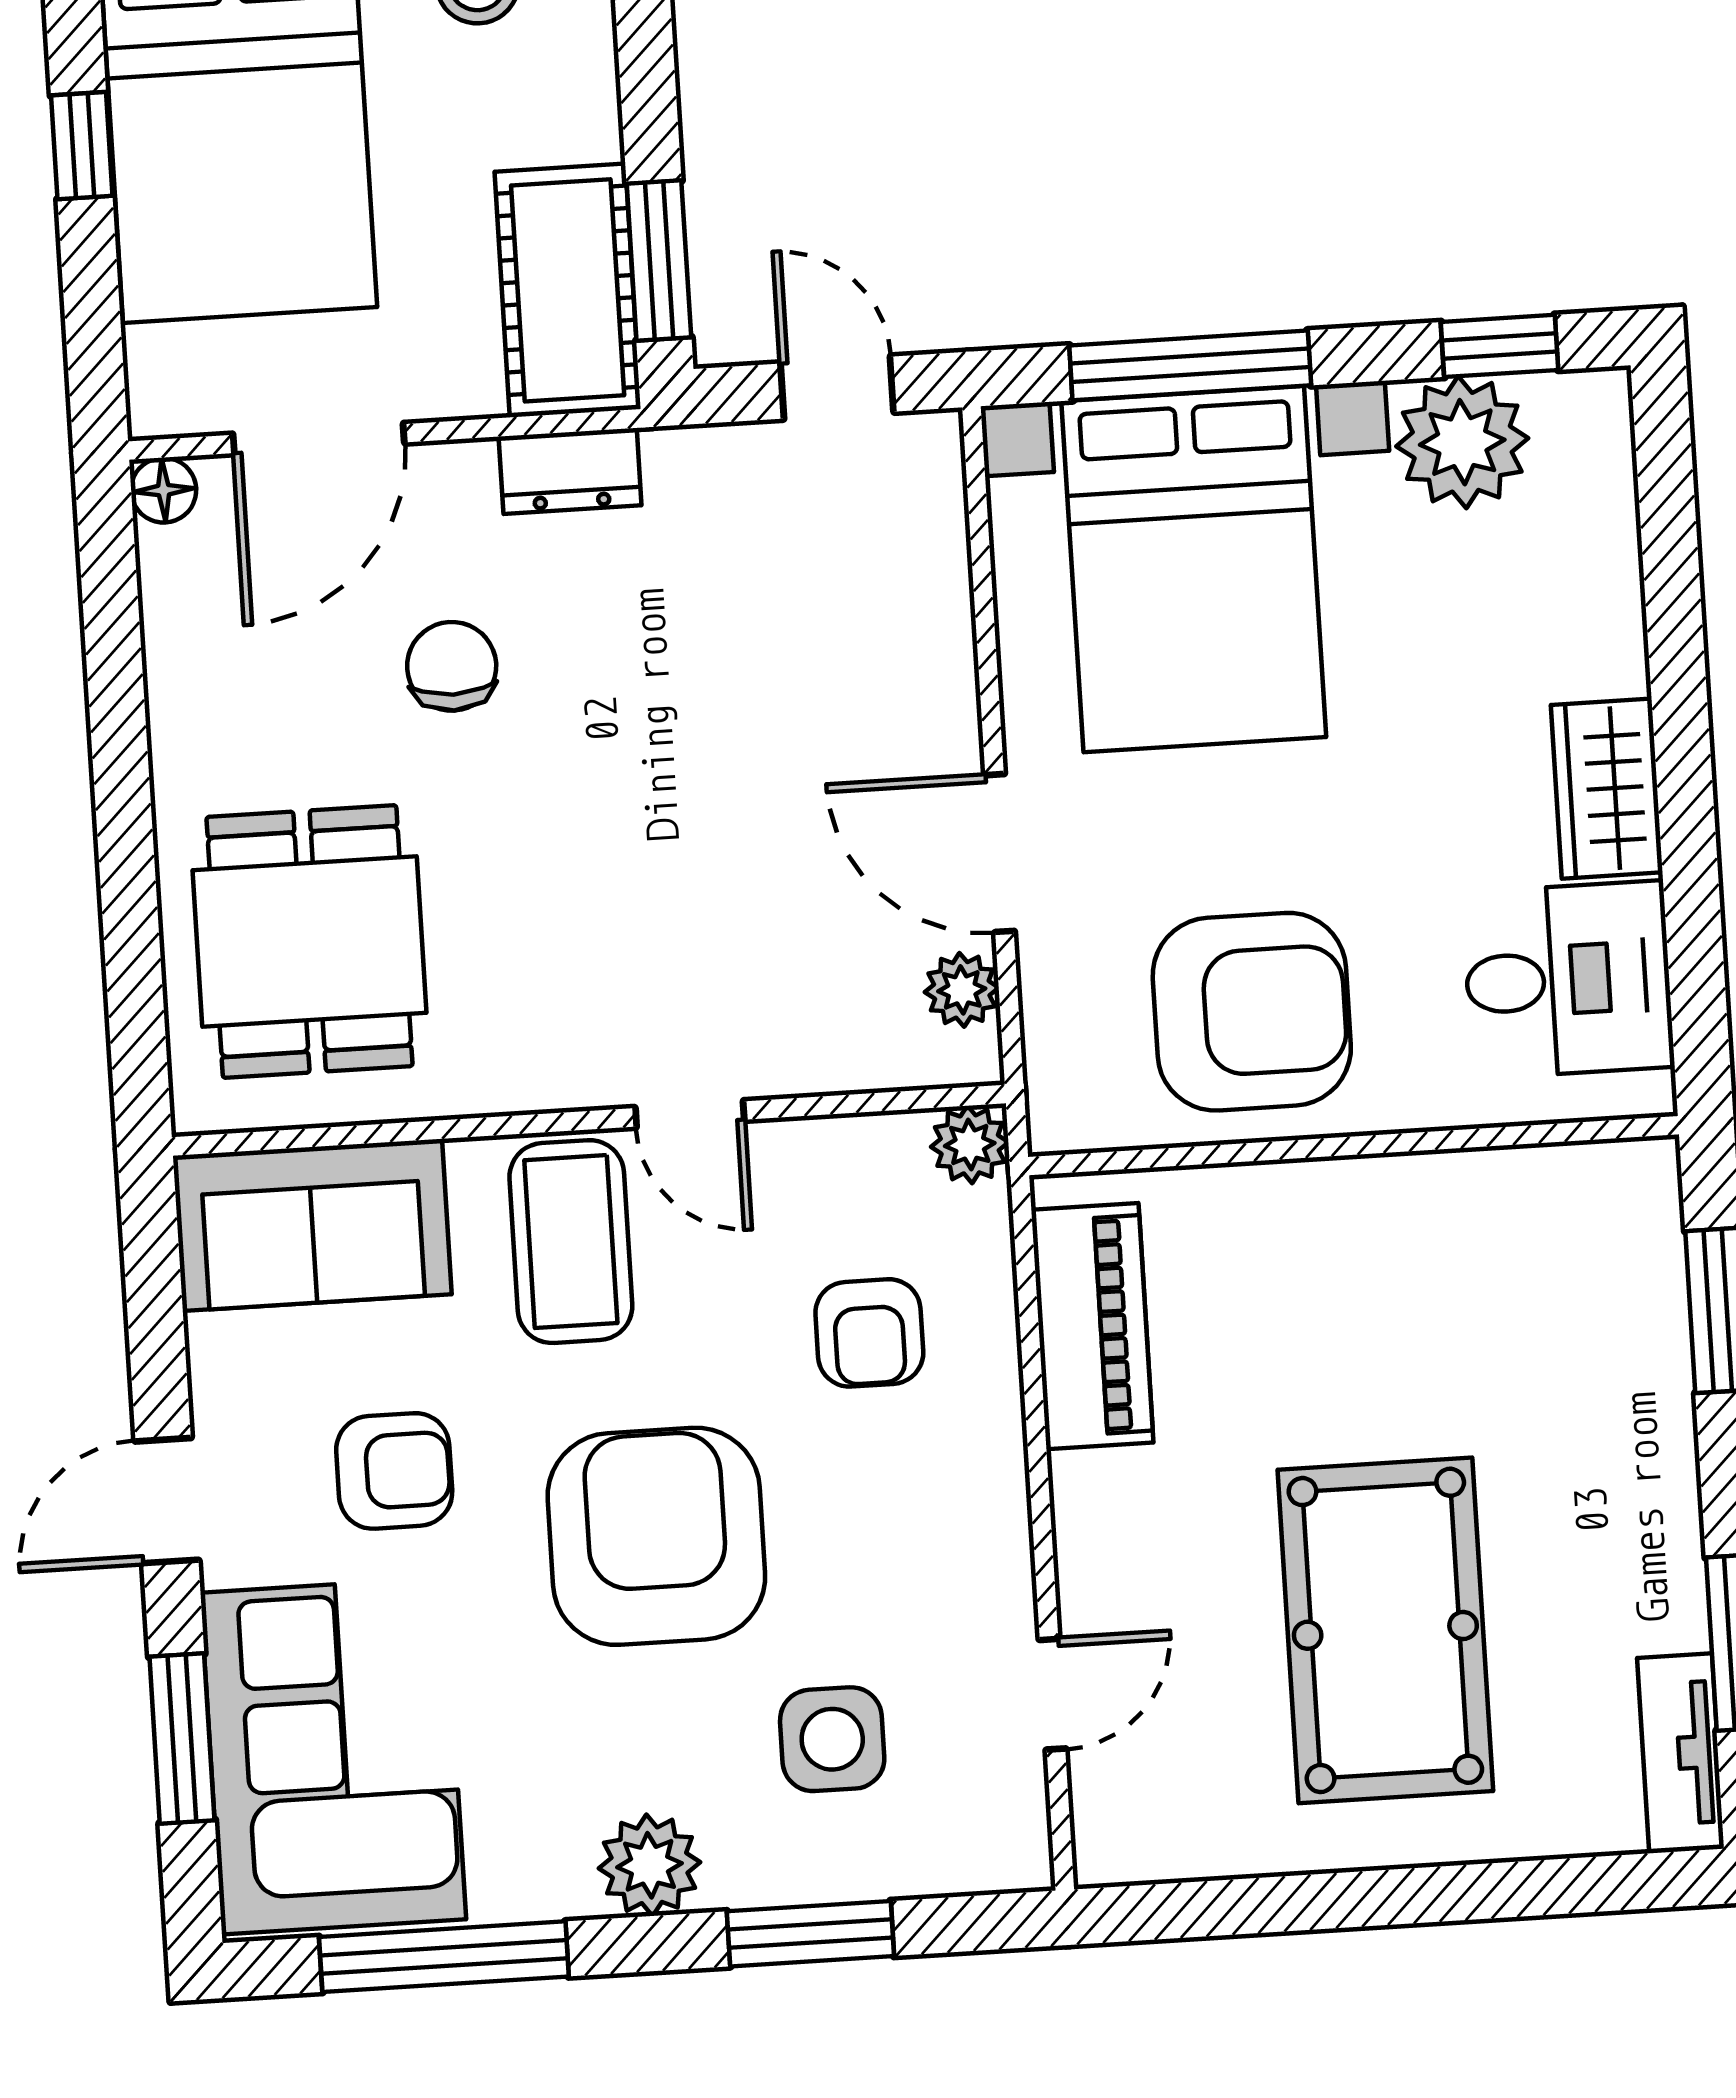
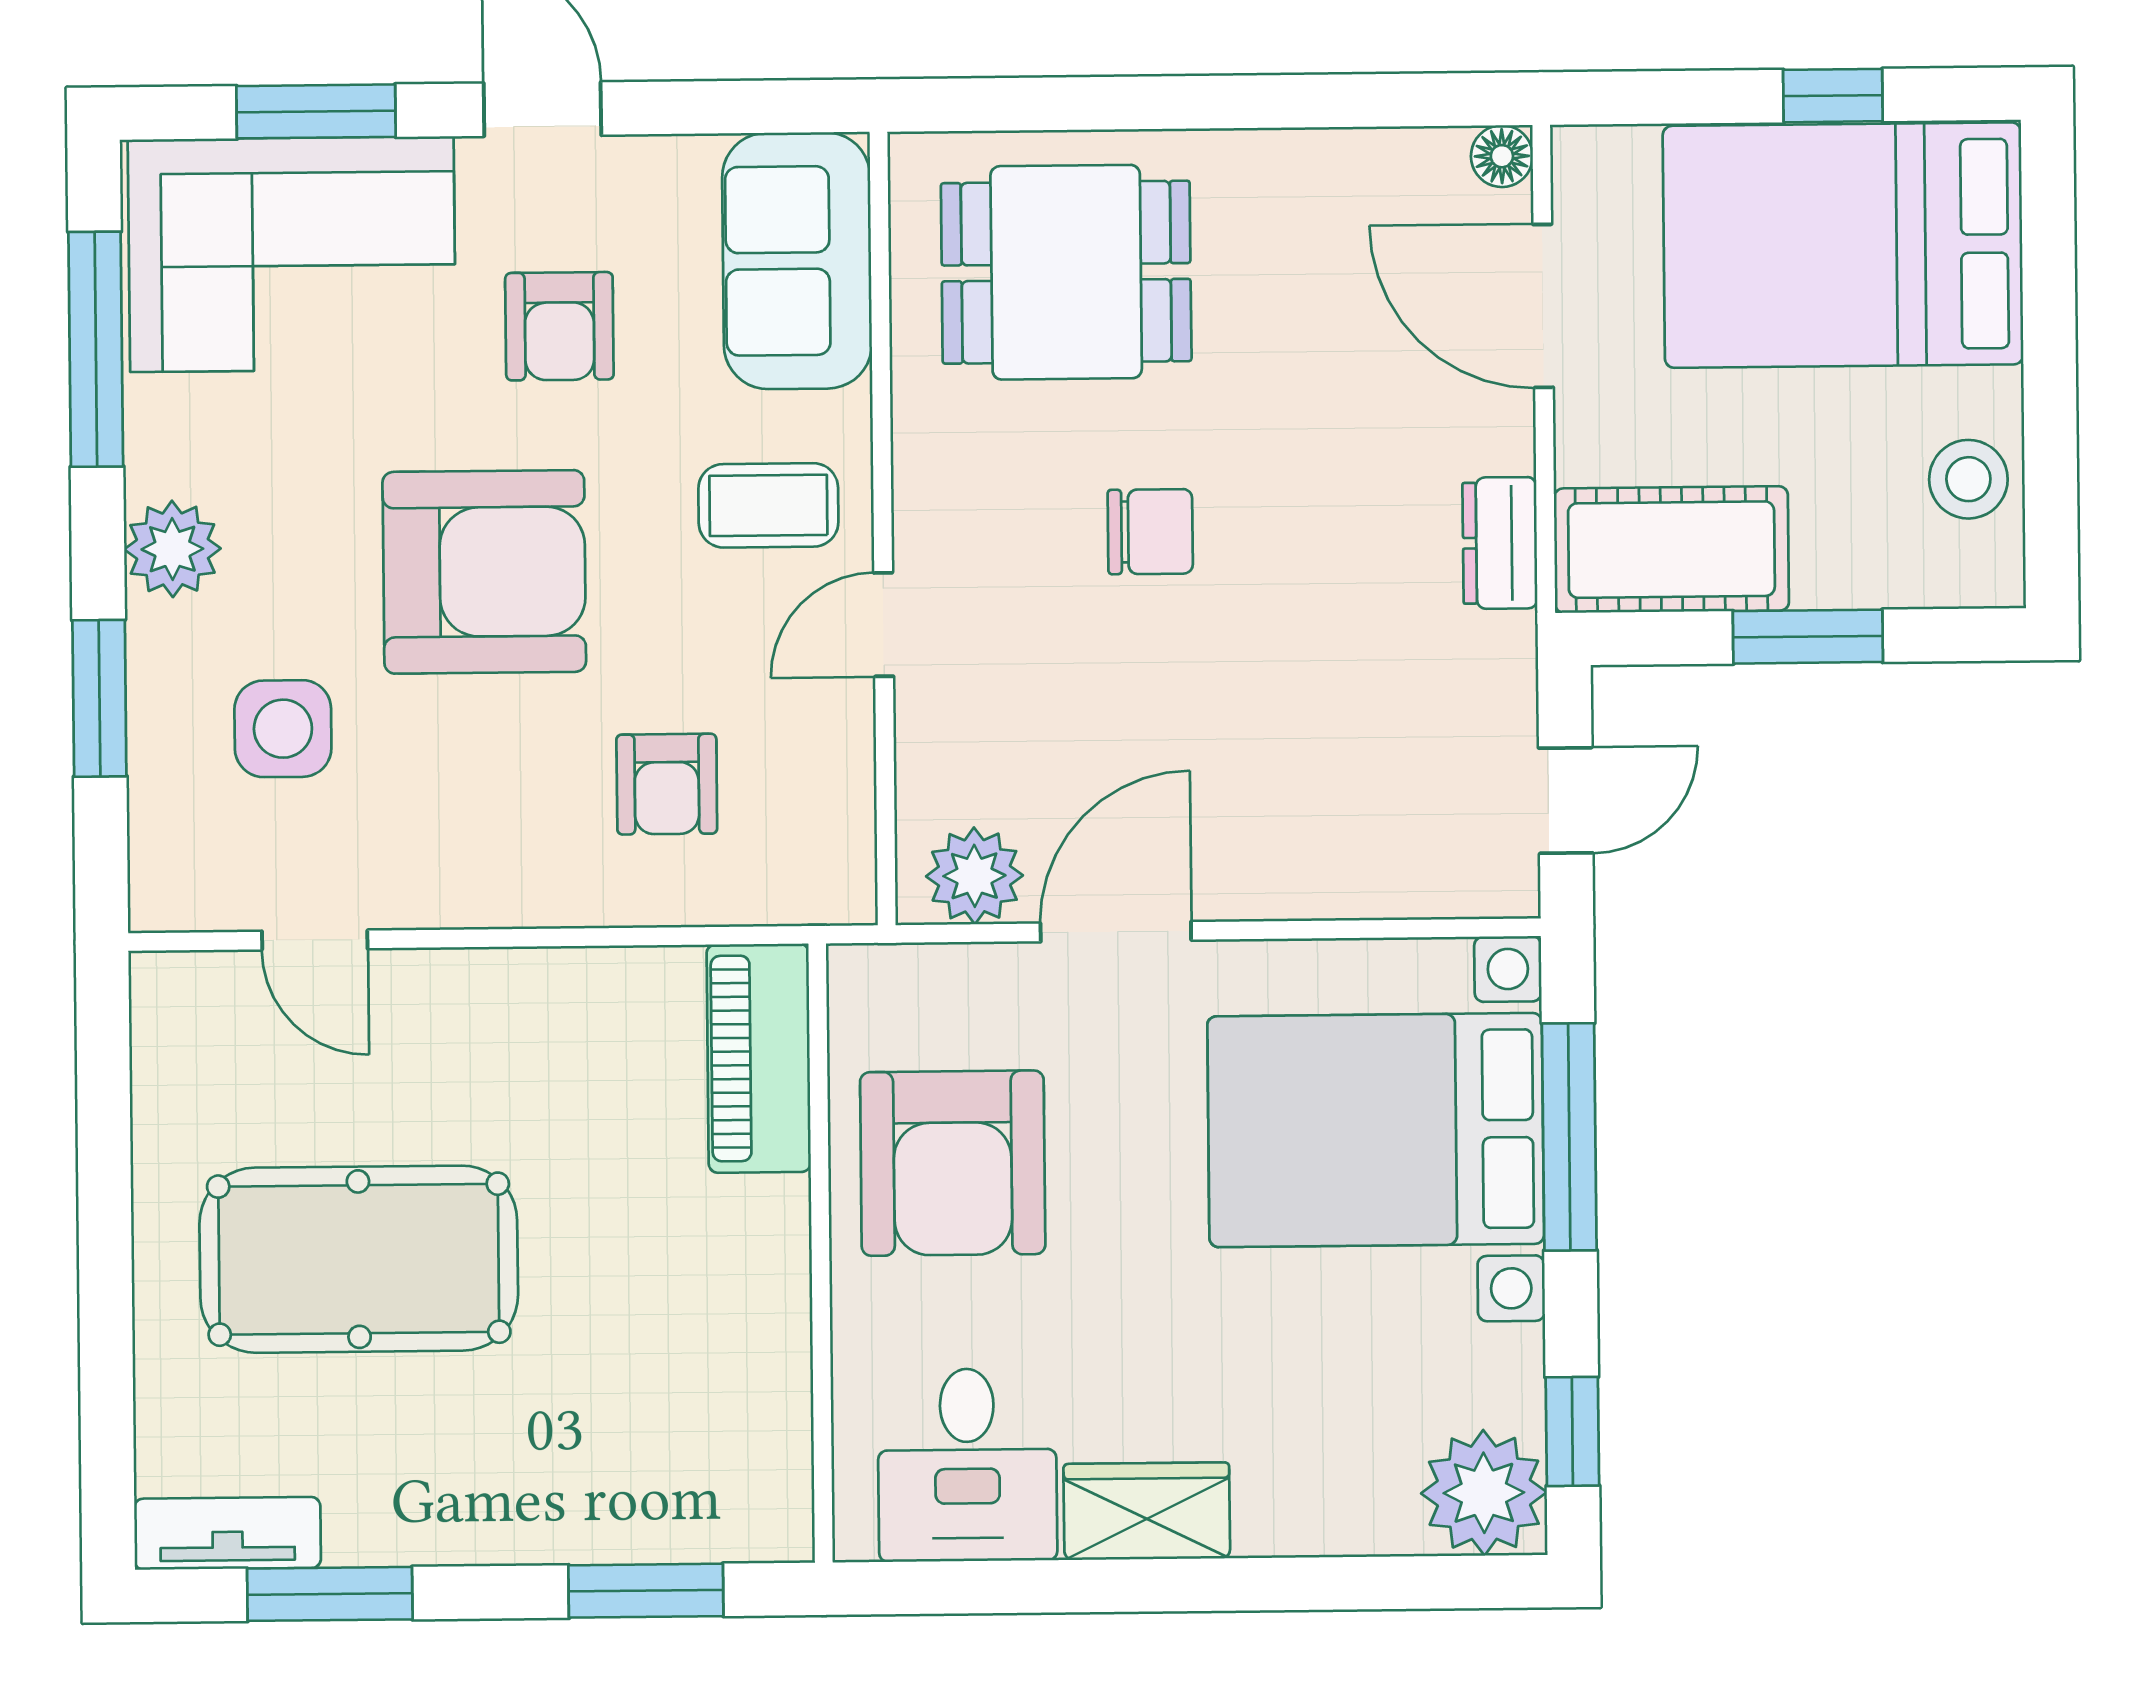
window: (659, 261) -> (1808, 637), moved
plant: (1462, 442) -> (1484, 1493), moved
chair: (452, 666) -> (1150, 532), moved
plant: (962, 990) -> (974, 876), width x1.38, depth x1.38
plant: (970, 1144) -> (841, 889), removed
coffee table: (571, 1242) -> (768, 505), width x0.73, depth x0.77
piano: (1092, 1326) -> (759, 1058), moved, turned 90
armchair: (869, 1333) -> (667, 784), turned -90

